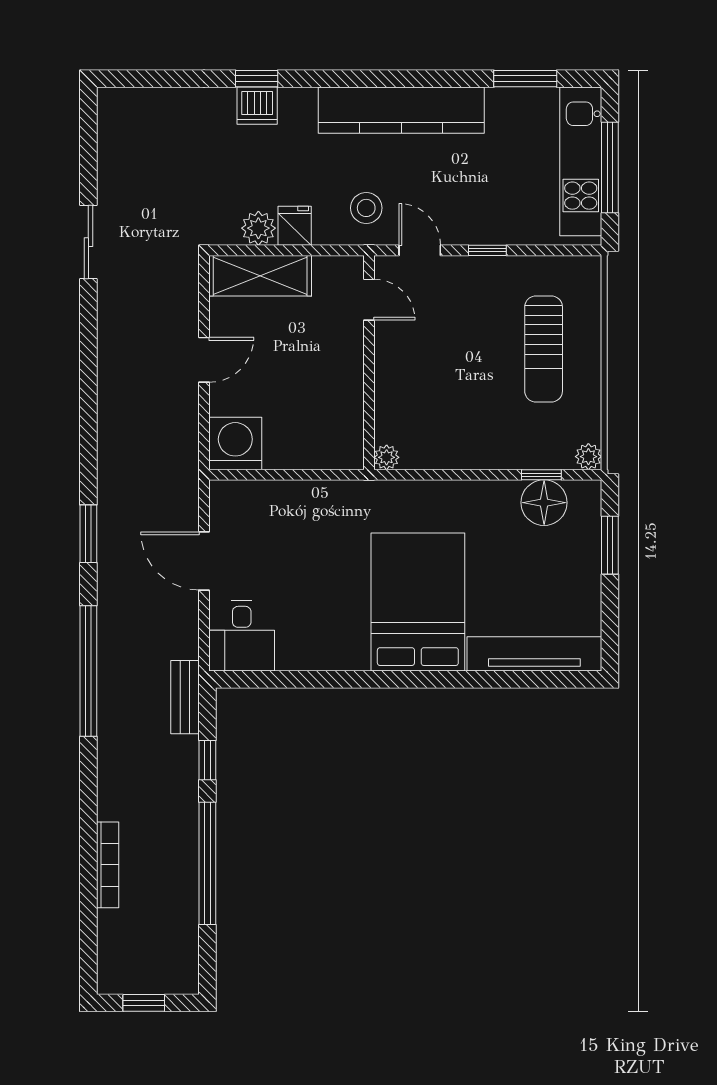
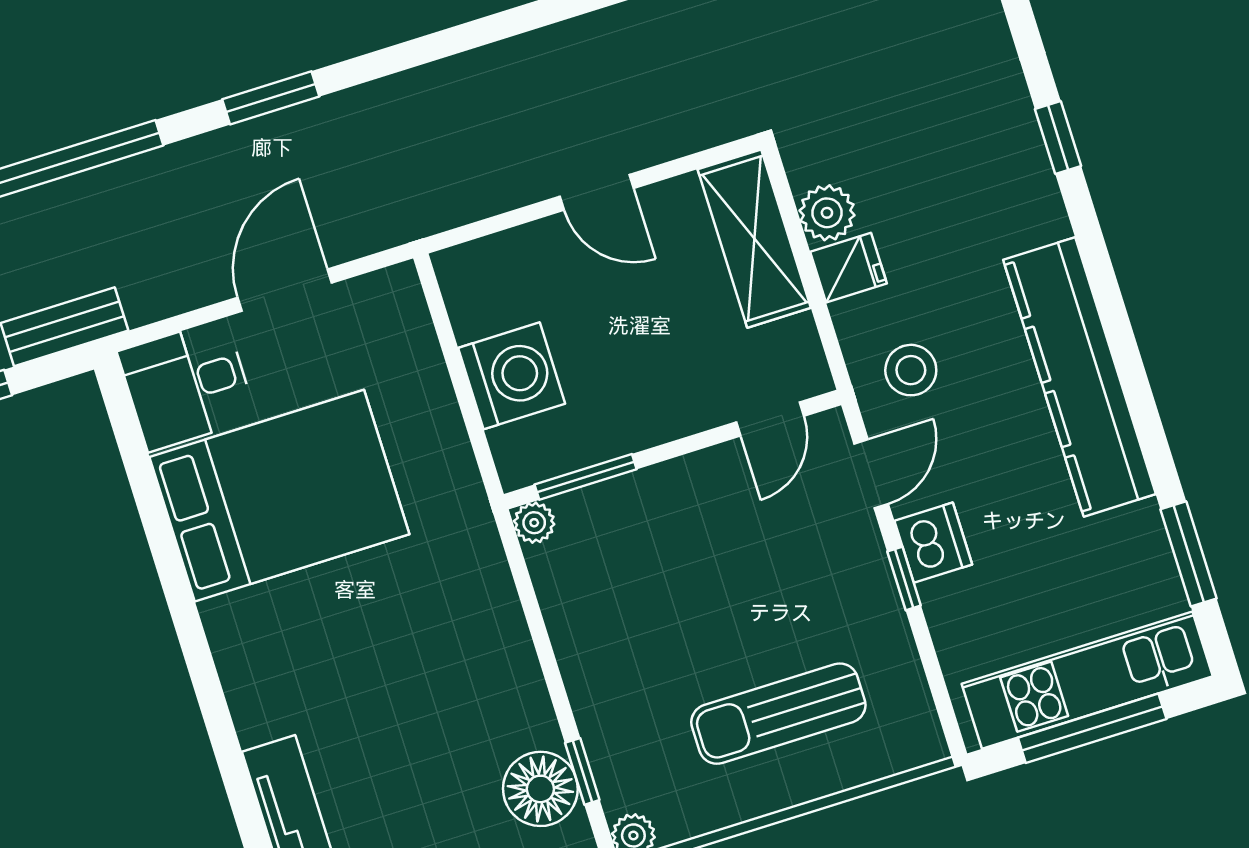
dishwasher: (257, 106) -> (933, 543), moved, turned 180
window: (369, 419) -> (586, 477), added
washing machine: (235, 443) -> (512, 376), moved
bed: (418, 602) -> (279, 496), moved

